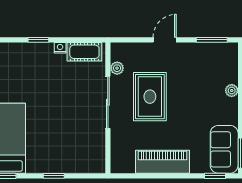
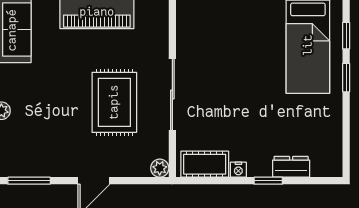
dresser: (22, 50) -> (291, 167), added
plant: (117, 68) -> (160, 168), moved

